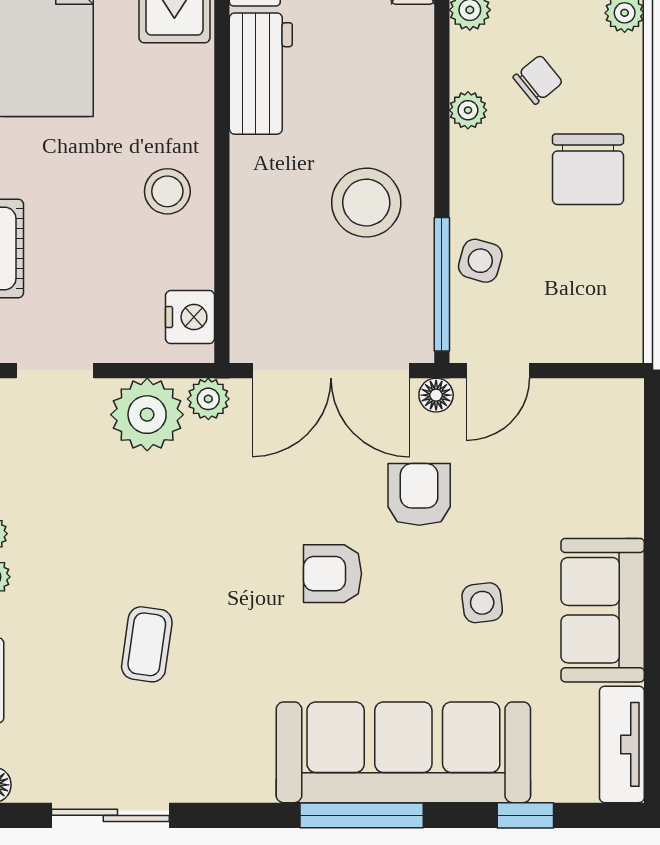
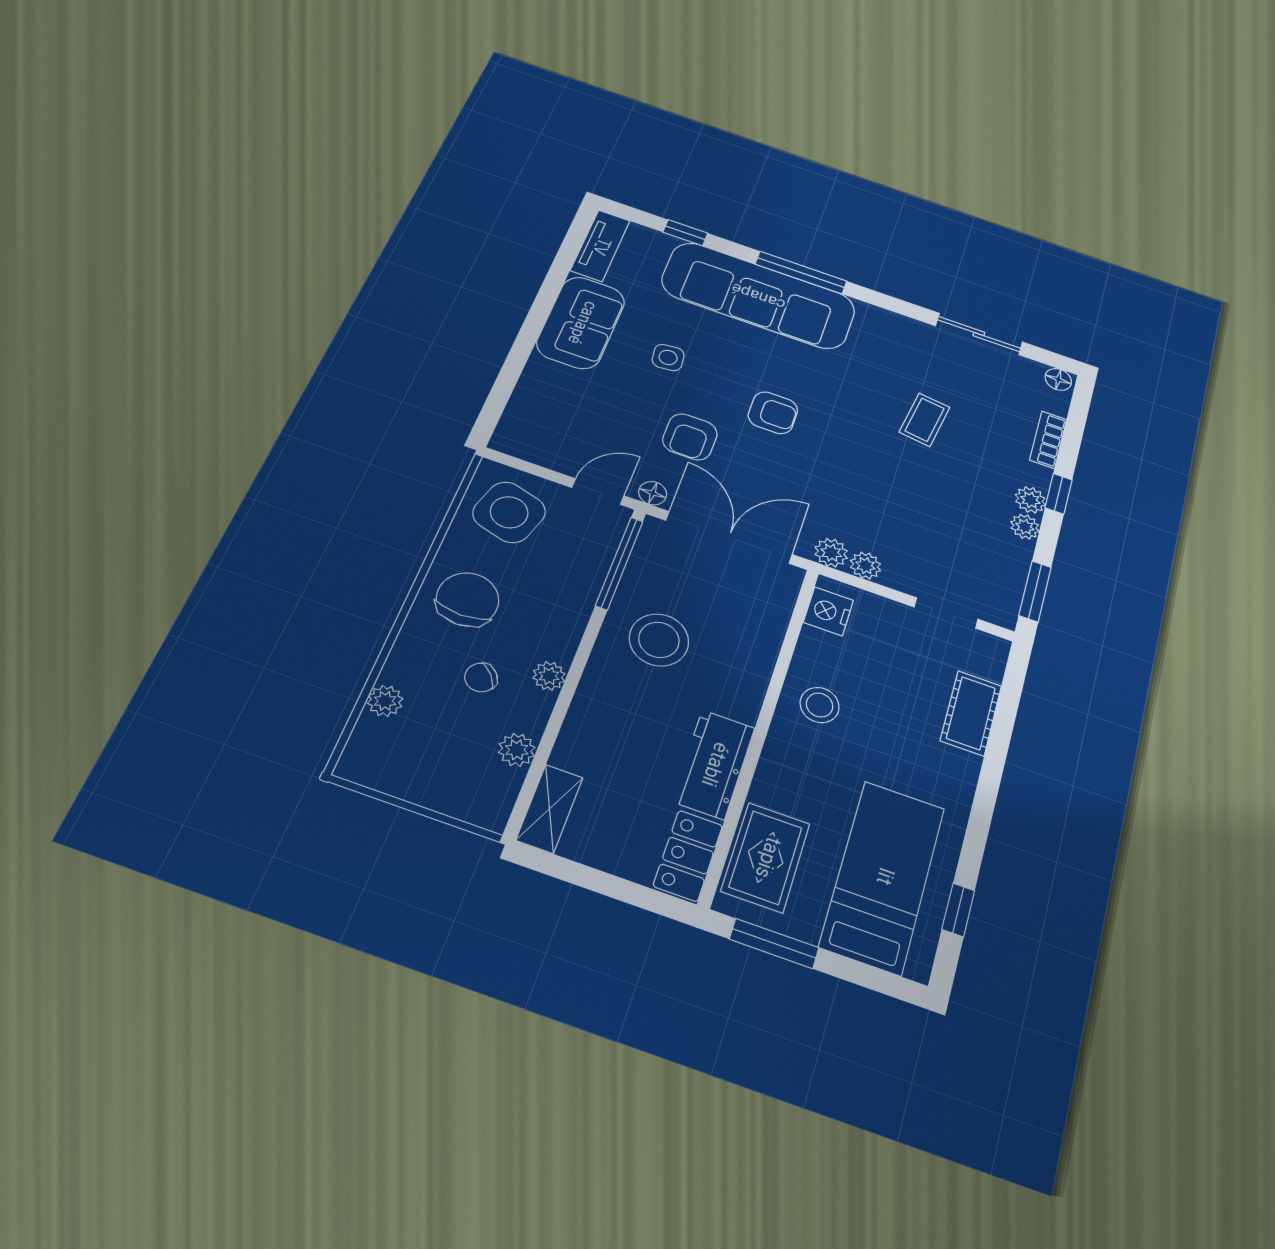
side table: (480, 261) -> (509, 512), moved, width x1.87, depth x1.87
plant: (147, 415) -> (865, 566), width x0.53, depth x0.53

